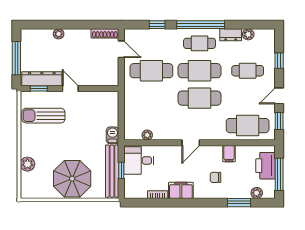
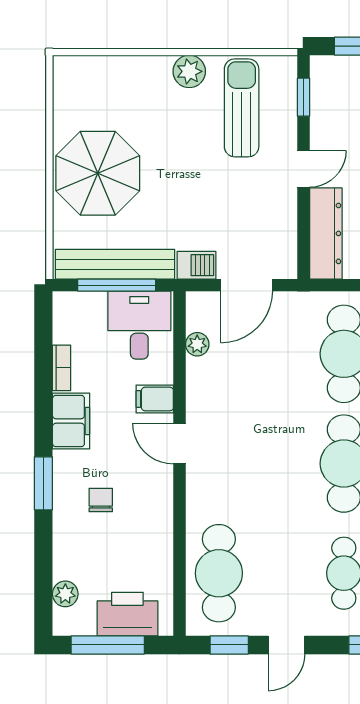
dresser: (42, 79) -> (326, 233), moved
door: (279, 96) -> (286, 645), swing flipped
cafe table: (200, 98) -> (281, 464), removed
door: (121, 113) -> (247, 285), added
filing cabinet: (229, 154) -> (155, 399), moved
plant: (27, 164) -> (189, 71), moved
window: (121, 170) -> (117, 285), width x2.17
window: (239, 203) -> (43, 483), moved

